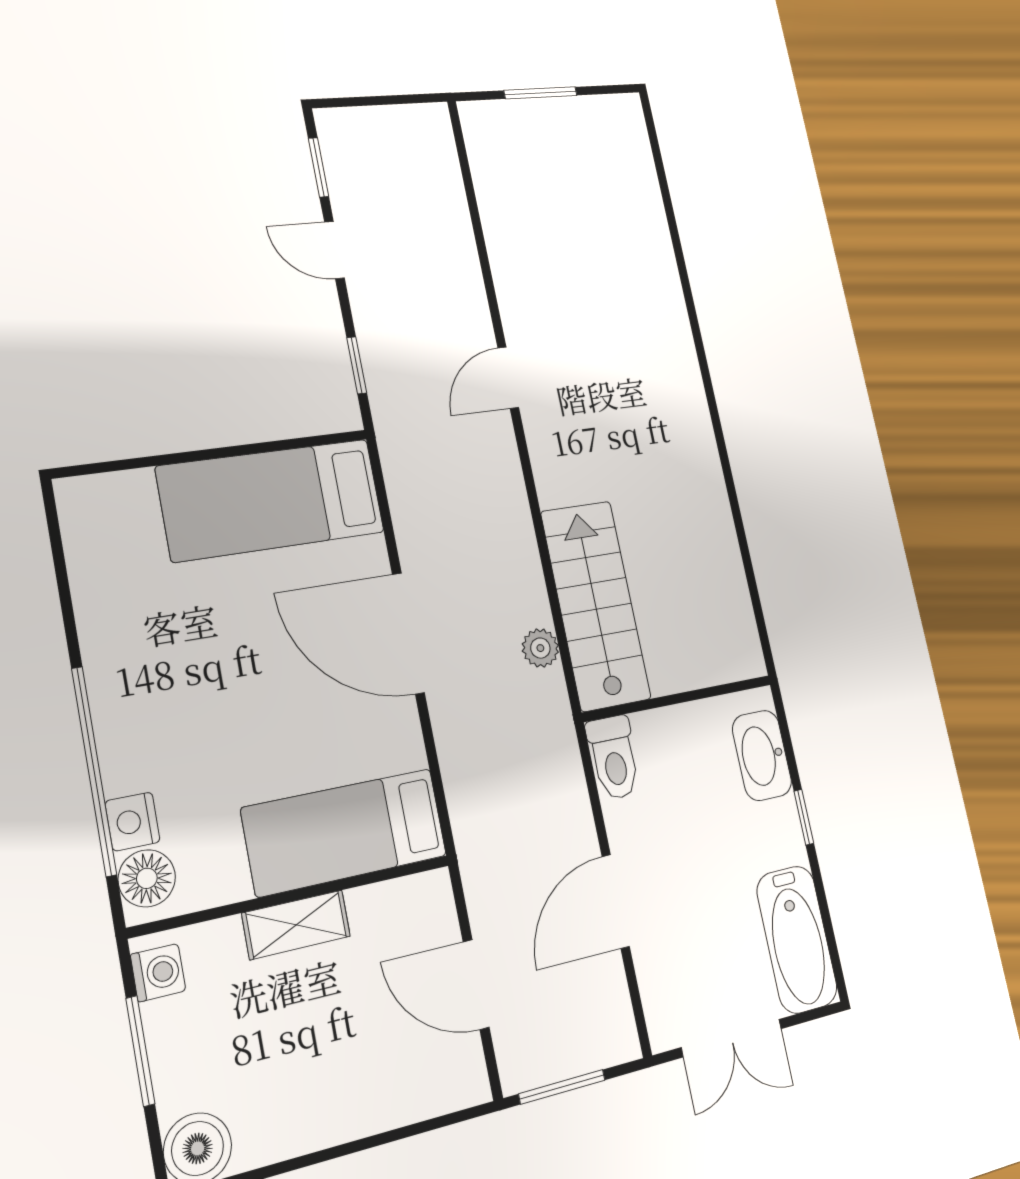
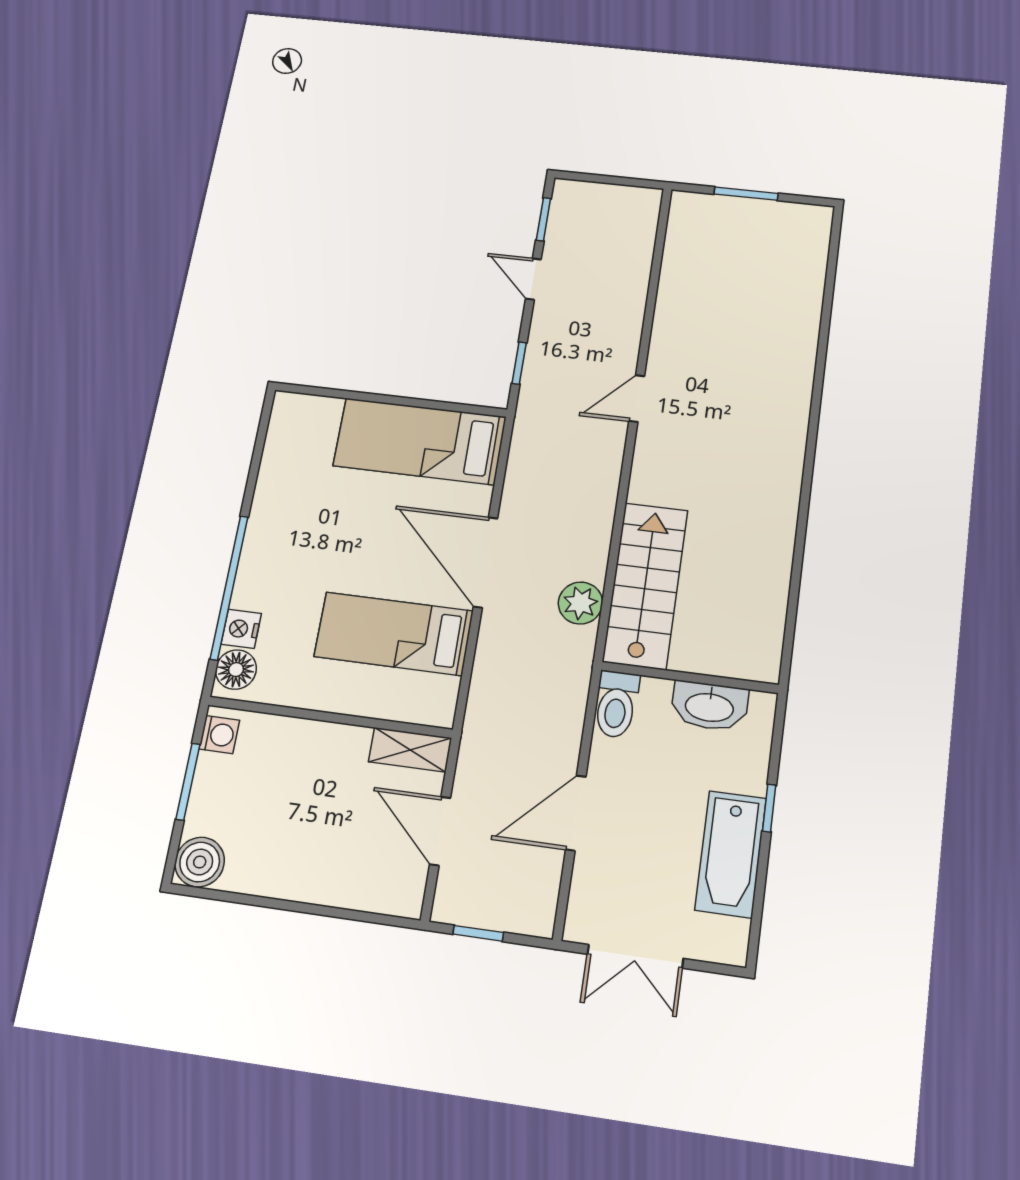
plant: (540, 648) -> (580, 603), width x1.38, depth x1.38
washbasin: (762, 755) -> (709, 706), moved, turned -90
bed: (345, 832) -> (394, 634), moved
shelving: (296, 925) -> (410, 750), moved
bathtub: (797, 939) -> (731, 854), moved
window: (562, 1087) -> (478, 933), width x0.67

